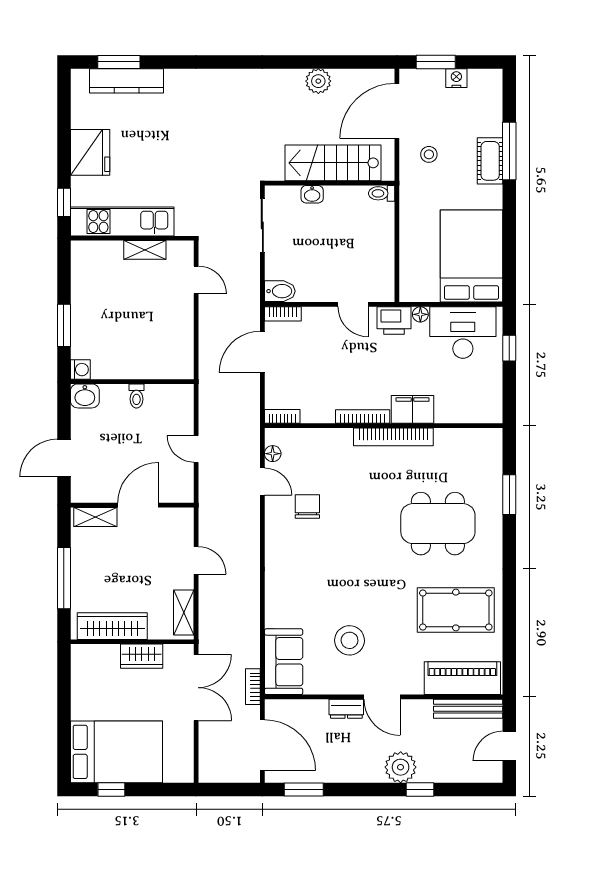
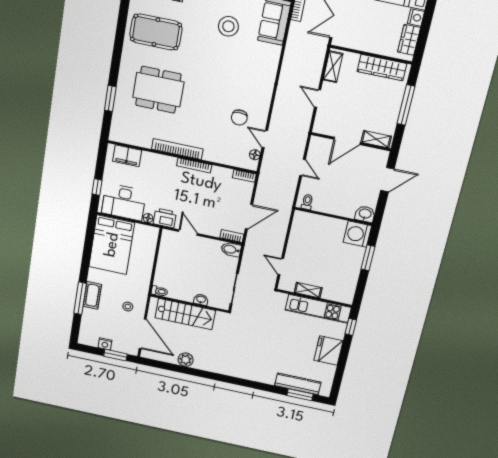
door: (397, 111) -> (143, 334), hinge flipped
washing machine: (80, 370) -> (357, 234), width x1.89, depth x1.89
toilet: (136, 396) -> (307, 202), moved
filing cabinet: (413, 409) -> (127, 156), moved
wardrobe: (142, 656) -> (409, 40), moved, turned -90
nightstand: (81, 708) -> (416, 18), added

